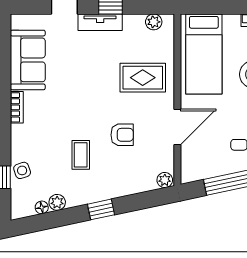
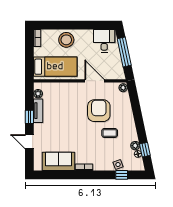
tv unit: (100, 22) -> (38, 111), moved
rug: (143, 78) -> (68, 100), removed
armchair: (122, 135) -> (99, 111), width x1.88, depth x1.88
window: (101, 209) -> (145, 150), moved

